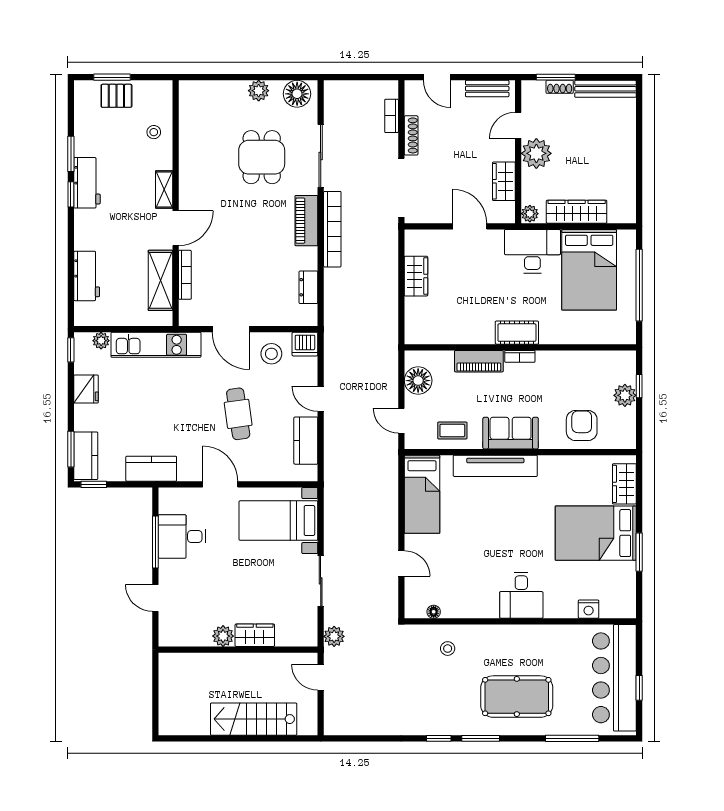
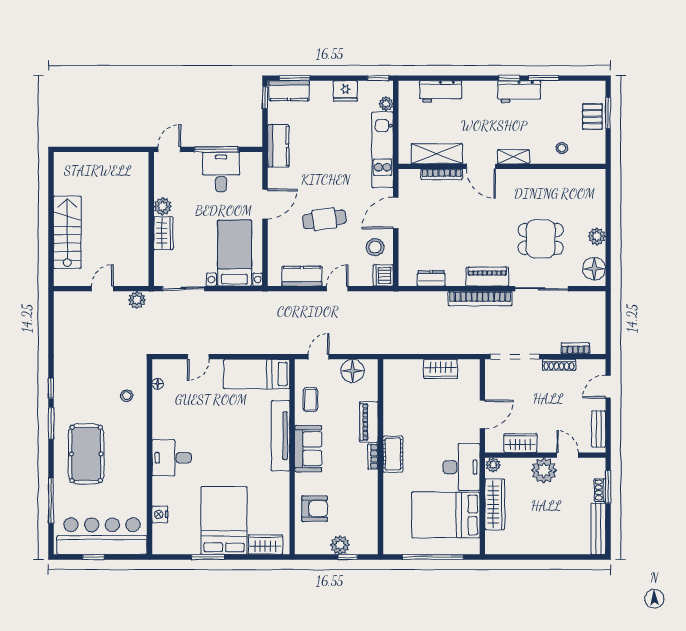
wardrobe: (255, 635) -> (163, 233), moved
plant: (223, 636) -> (163, 206), moved
wall: (238, 650) -> (151, 219), moved

